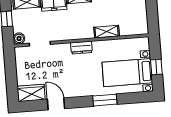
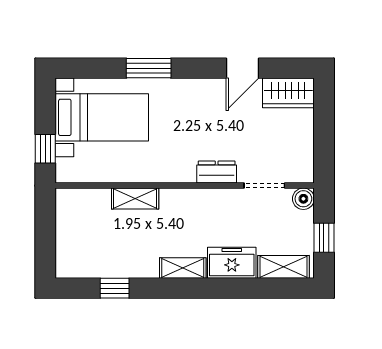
dresser: (81, 48) -> (217, 172), moved
window: (156, 67) -> (45, 149), moved
door: (56, 104) -> (242, 68), hinge flipped

